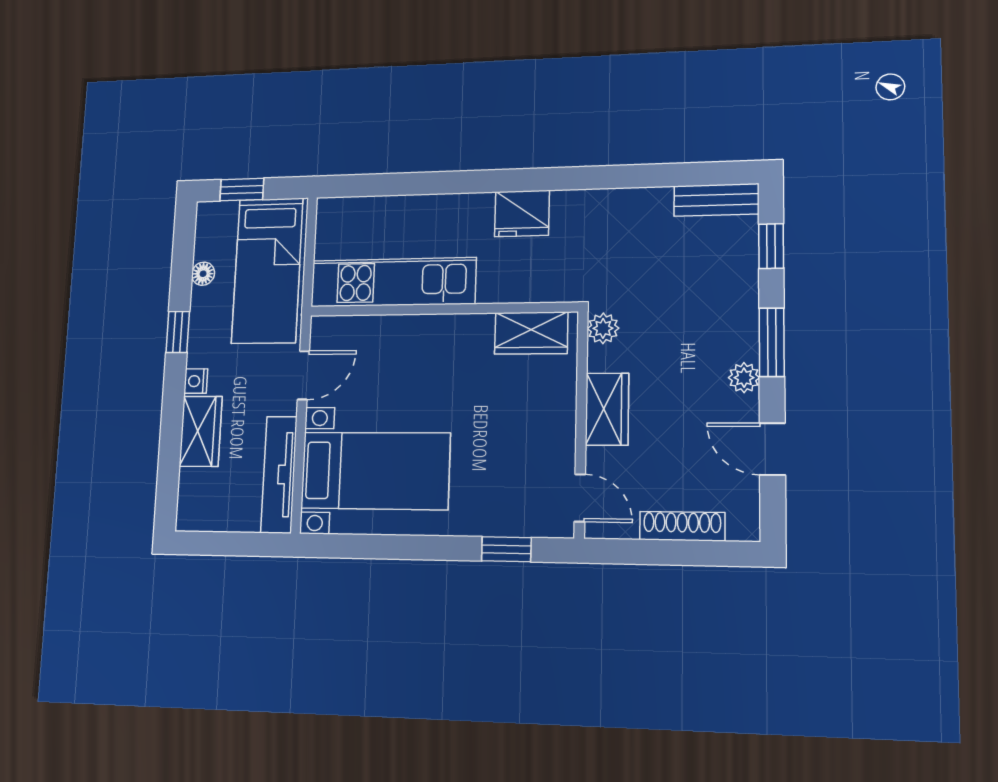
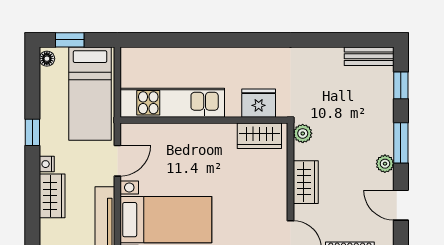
fridge: (522, 213) -> (259, 103), moved, turned 180
floor lamp: (203, 274) -> (47, 59), moved

